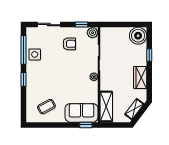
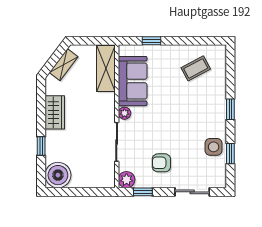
window: (23, 50) -> (230, 154), width x0.46
sofa: (82, 113) -> (133, 81), moved, turned -90
window: (86, 125) -> (152, 41), moved

